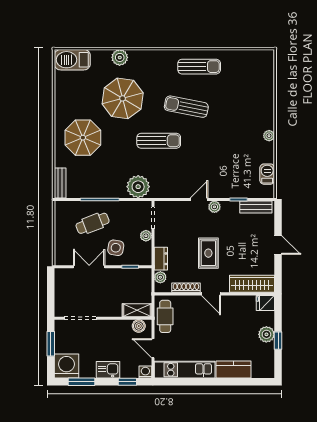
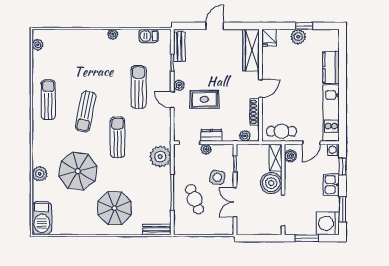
plant: (258, 55) -> (38, 45), added
sun lounger: (213, 163) -> (139, 87), added
rug: (208, 253) -> (204, 99), moved
dresser: (161, 259) -> (211, 135), moved
boiler: (110, 305) -> (271, 183), added

